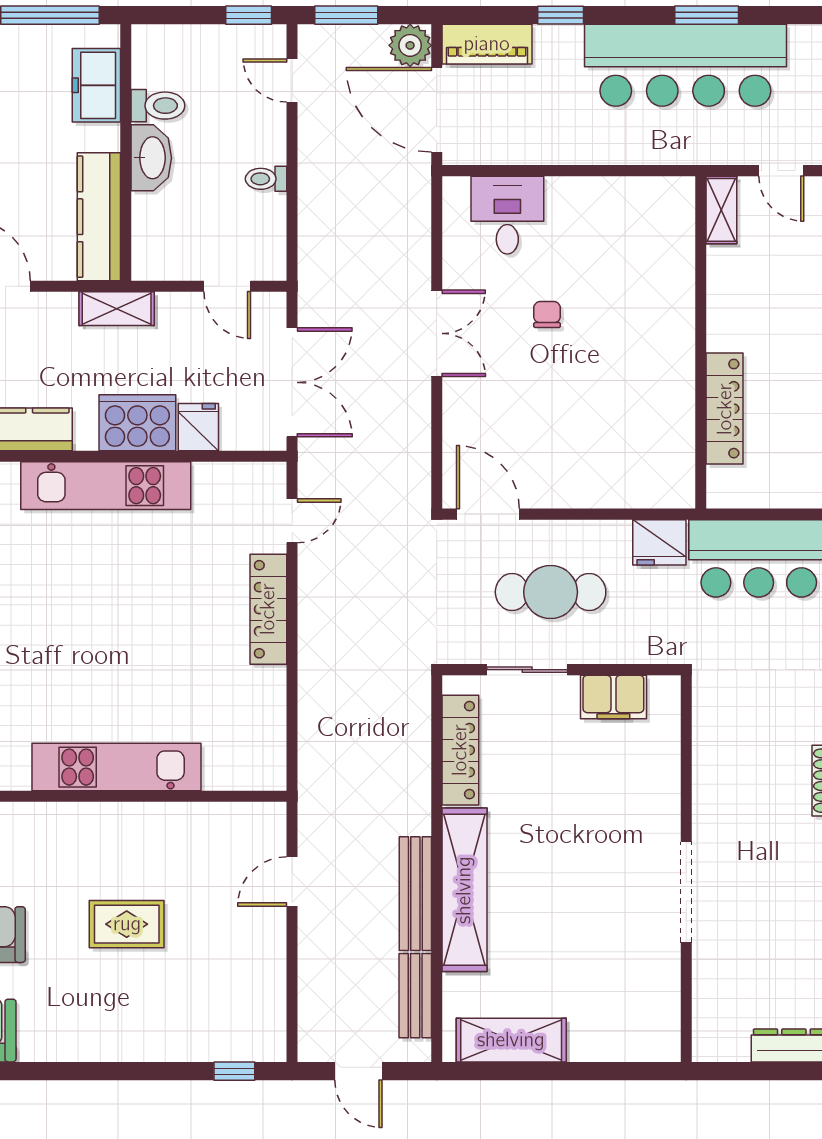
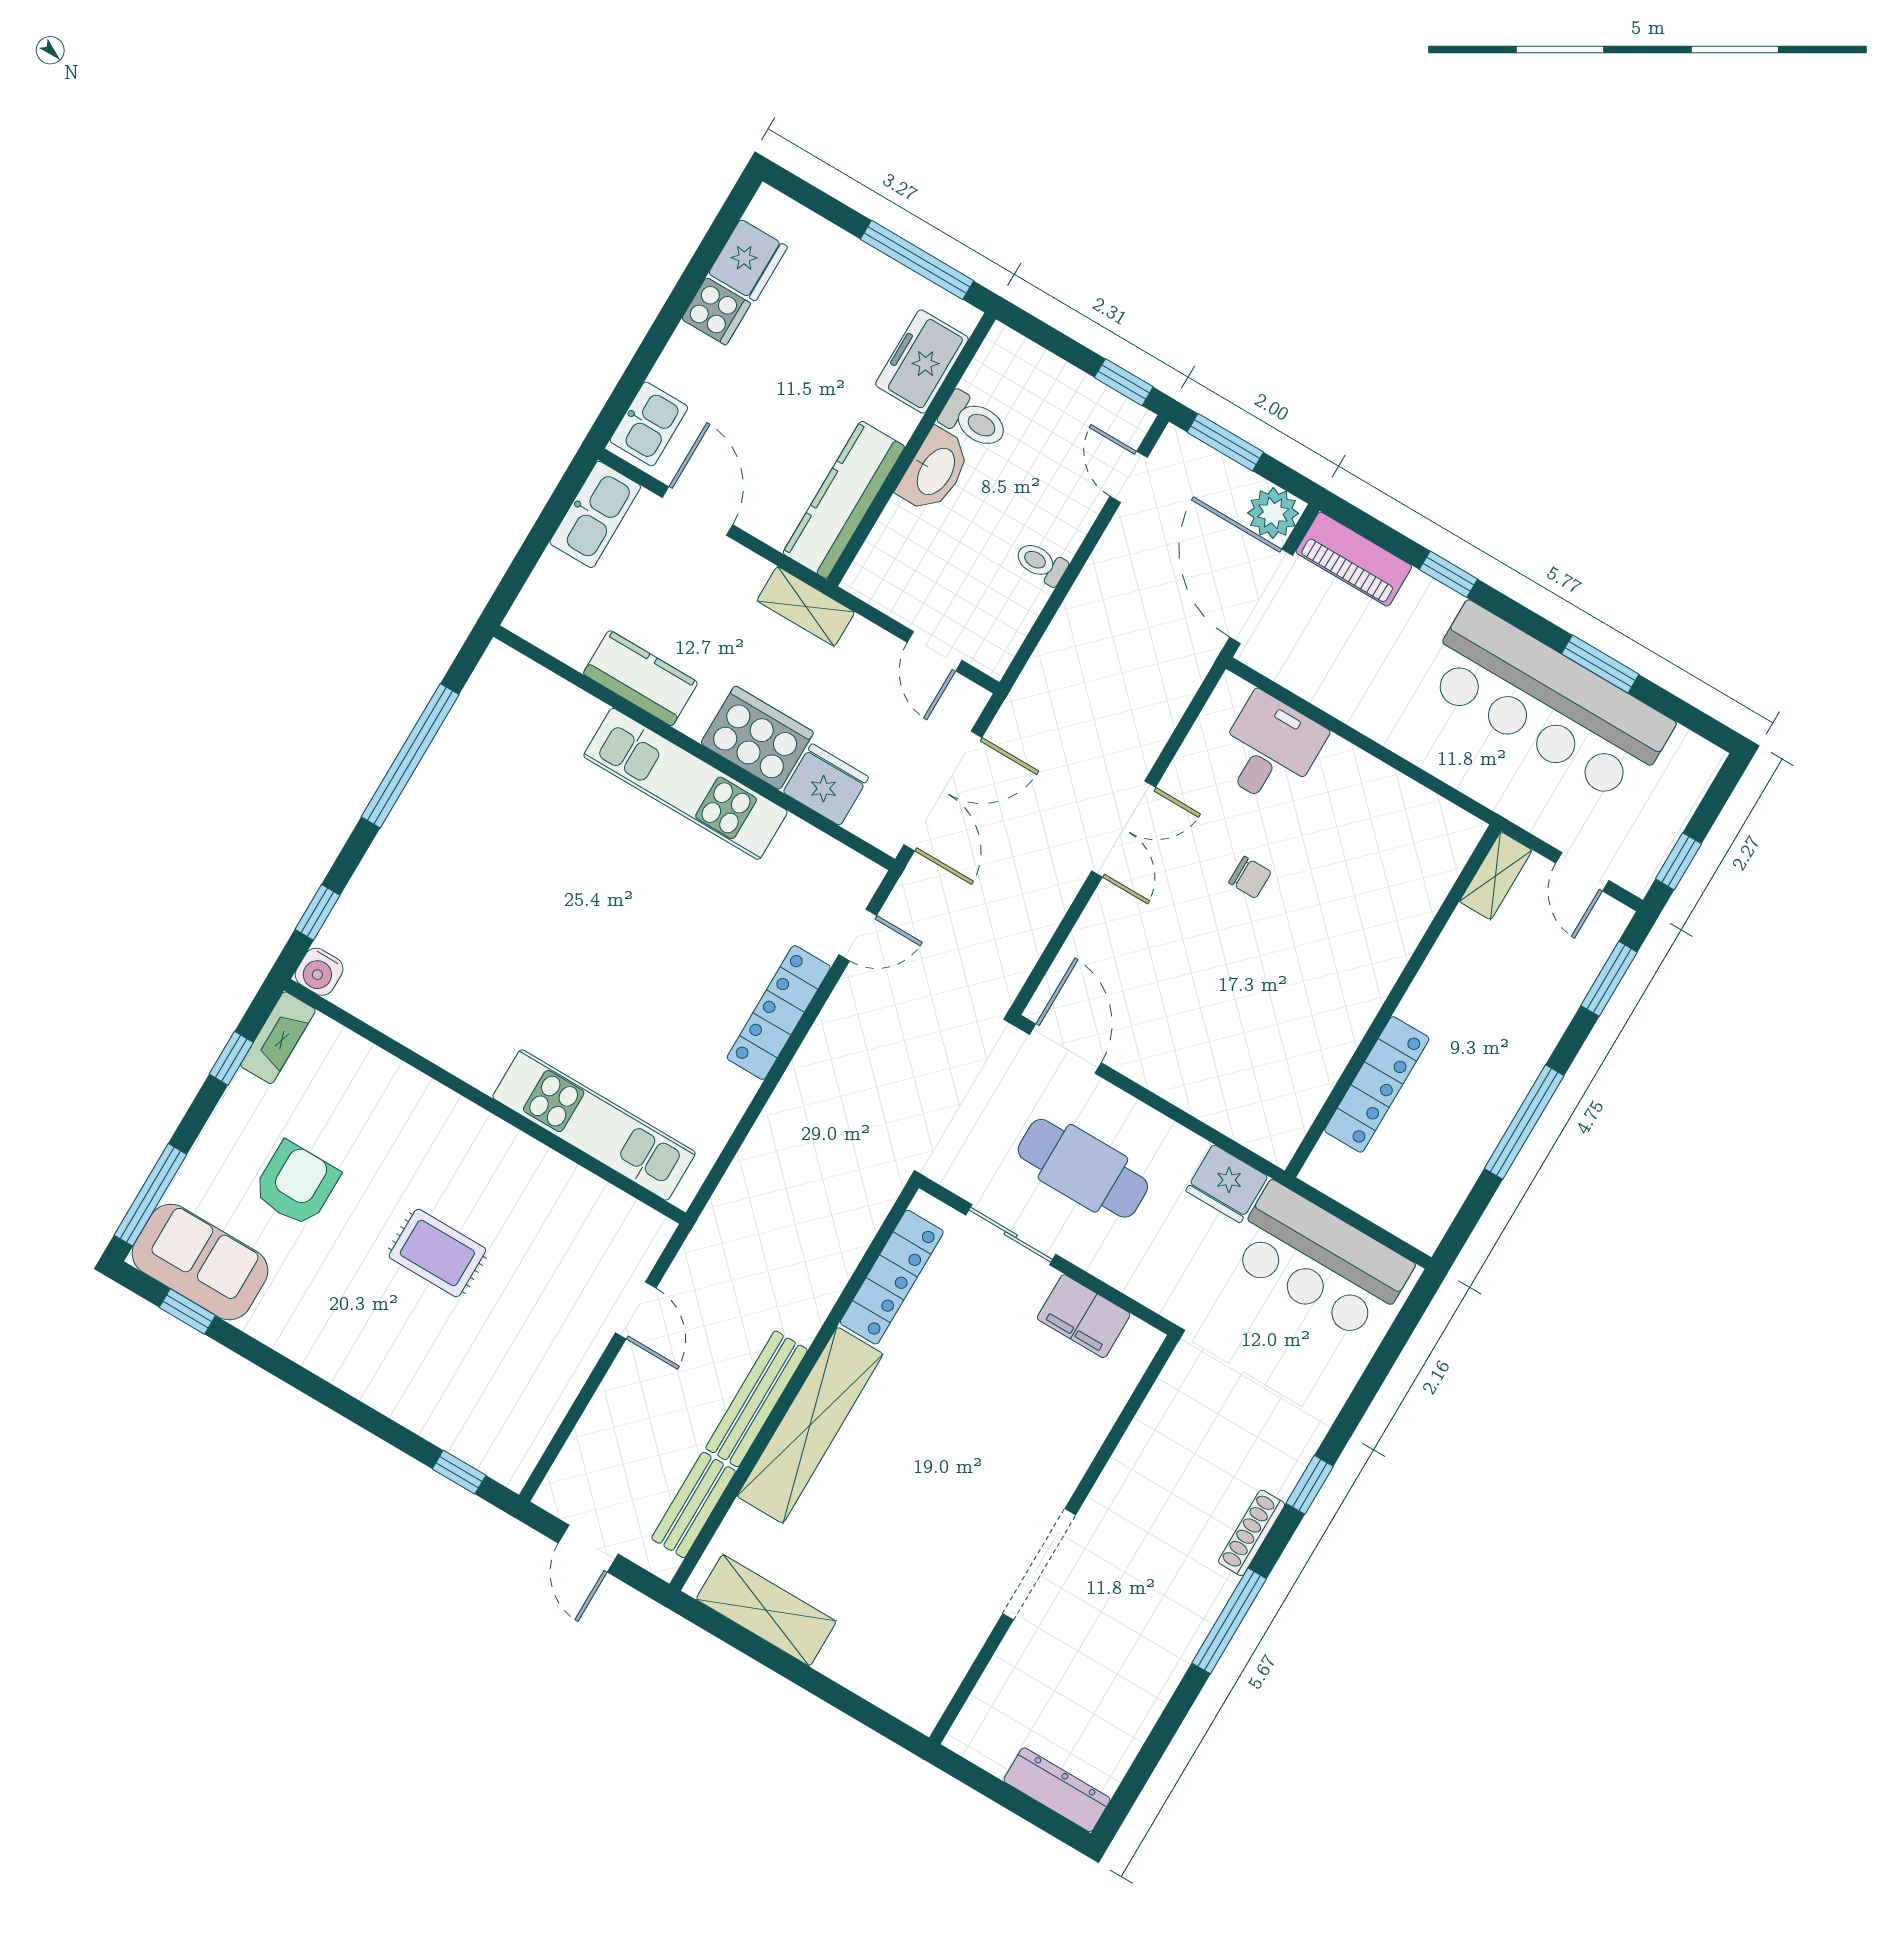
chair: (547, 315) -> (1250, 877), turned 90
fridge: (198, 427) -> (826, 785), width x1.38
kitchen unit: (116, 767) -> (594, 1125), moved
door: (292, 881) -> (636, 1310), swing flipped

